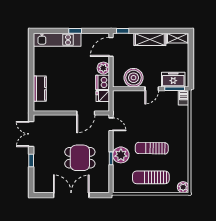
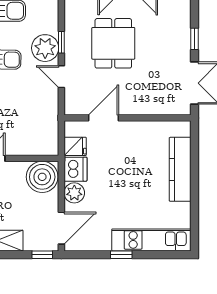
boiler: (133, 78) -> (42, 177), moved
kitchen counter: (40, 89) -> (180, 169), width x1.50
door: (111, 124) -> (61, 77), moved
dining table: (80, 158) -> (113, 43), turned 90

